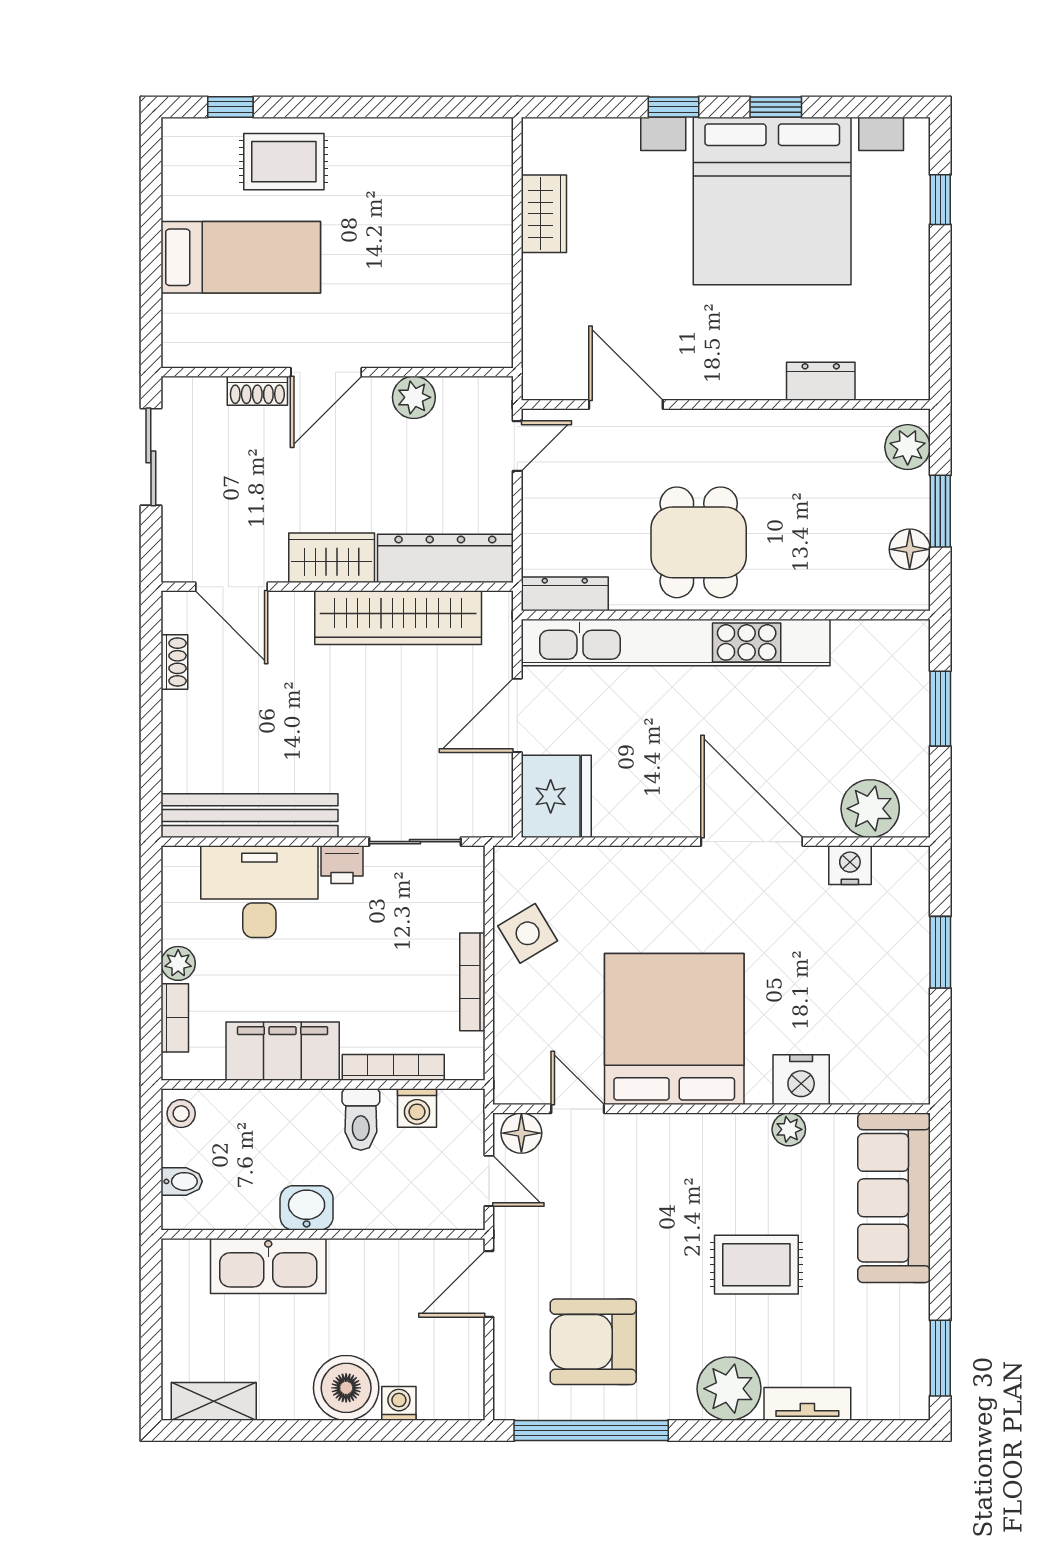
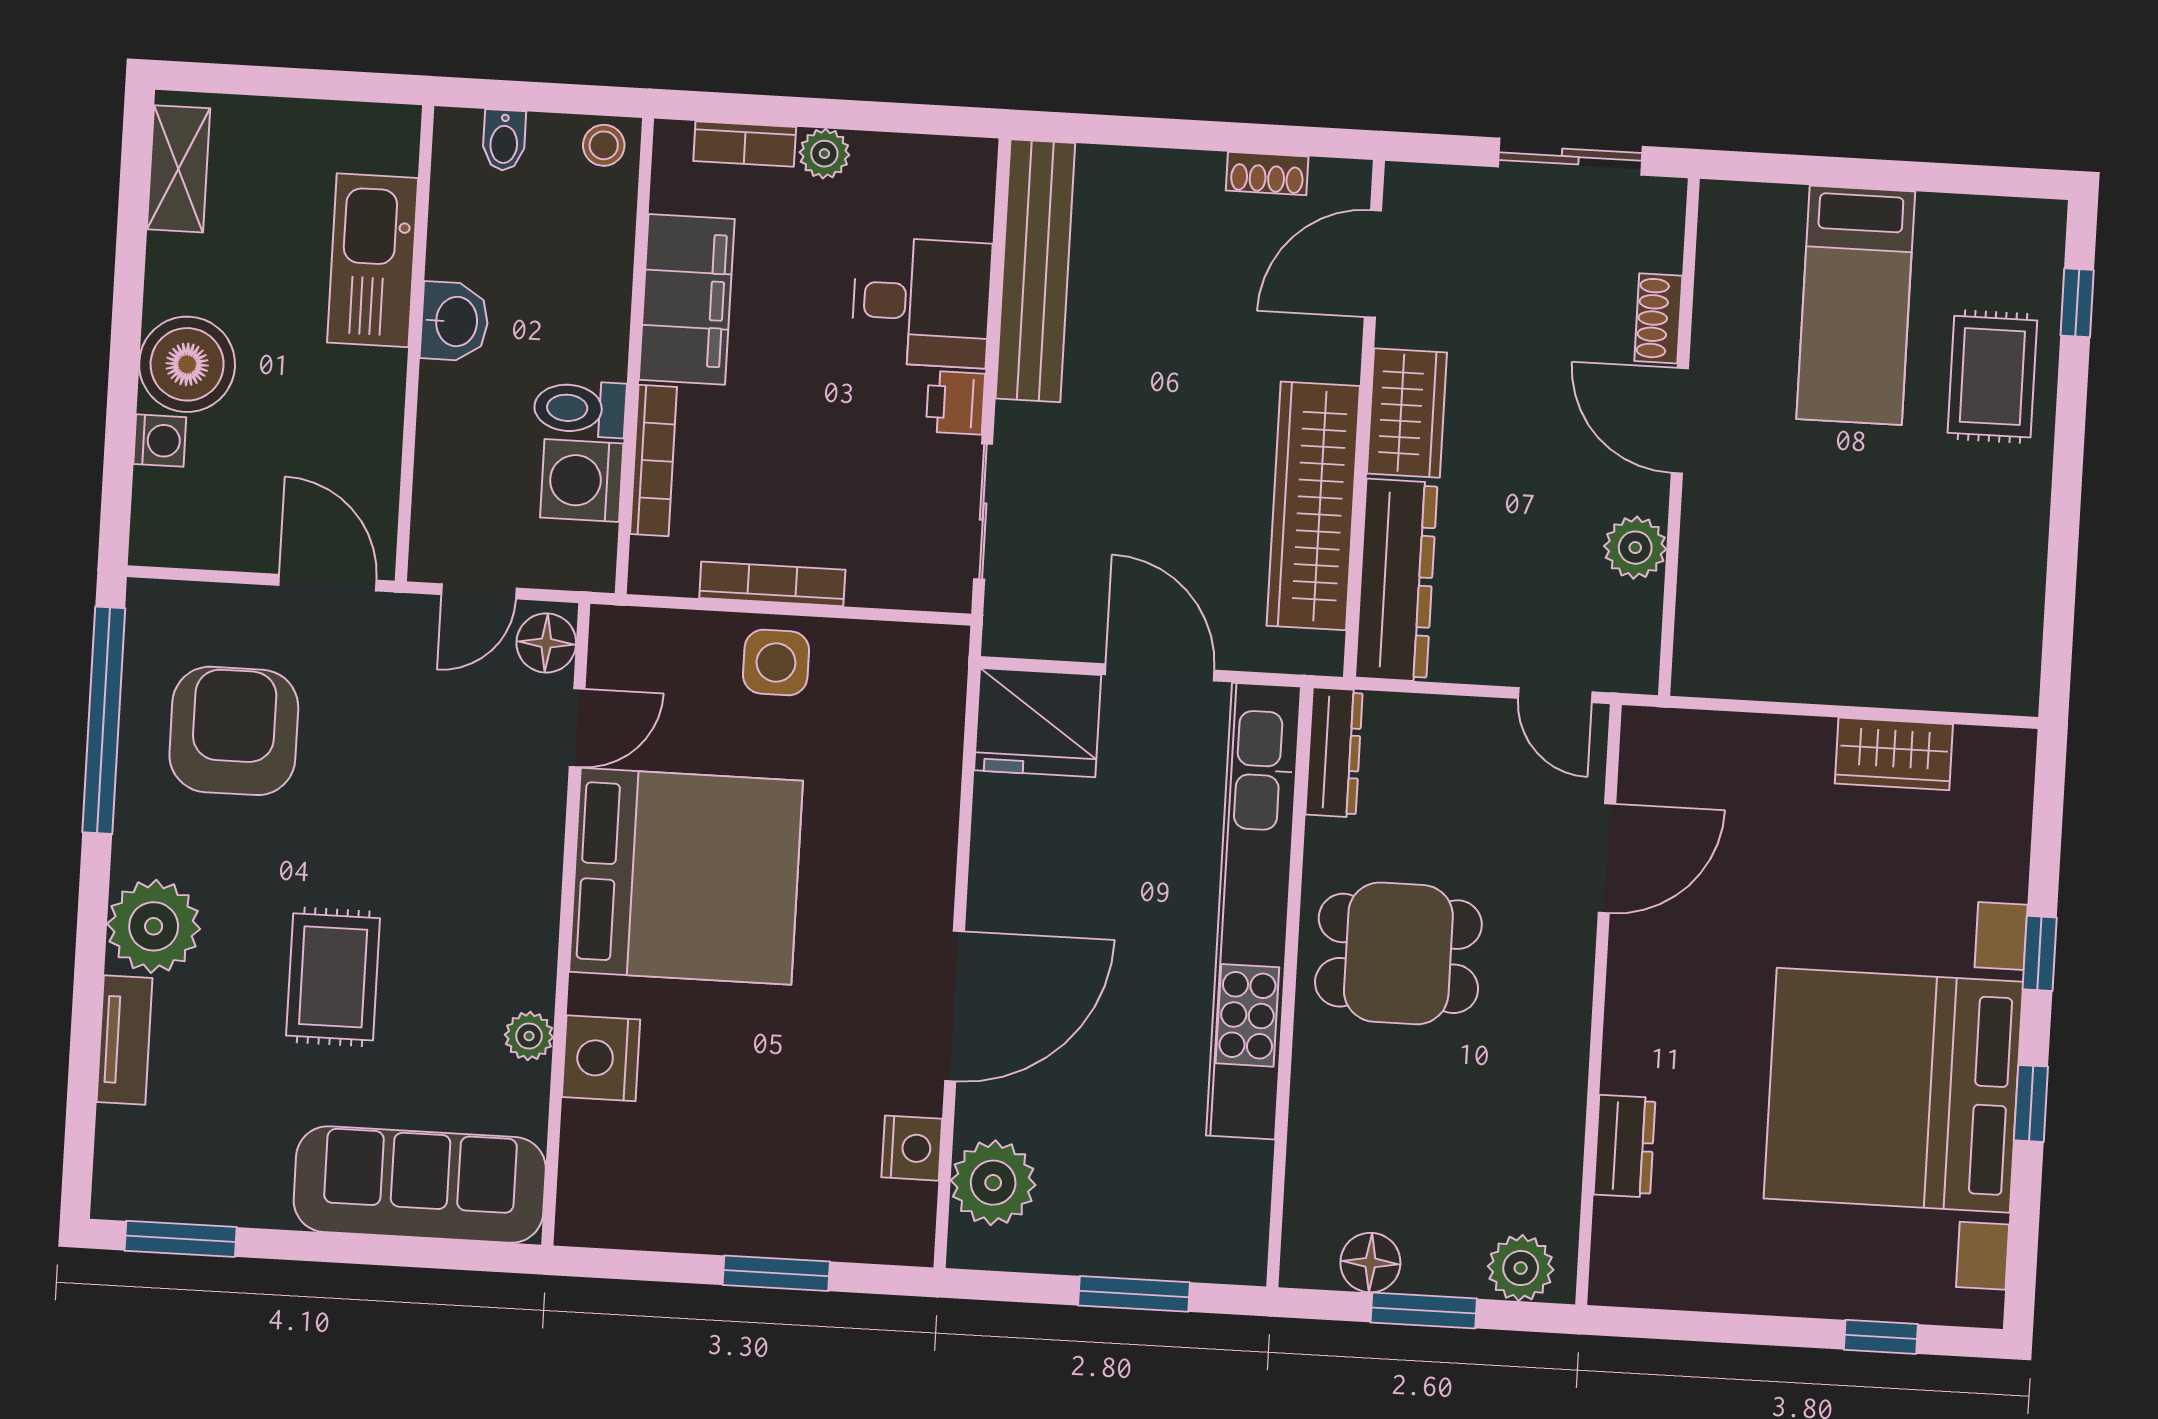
desk: (259, 892) -> (921, 302), width x0.73
side table: (528, 933) -> (776, 663), moved, turned 31
washing machine: (417, 1108) -> (582, 481), width x1.38, depth x1.38

